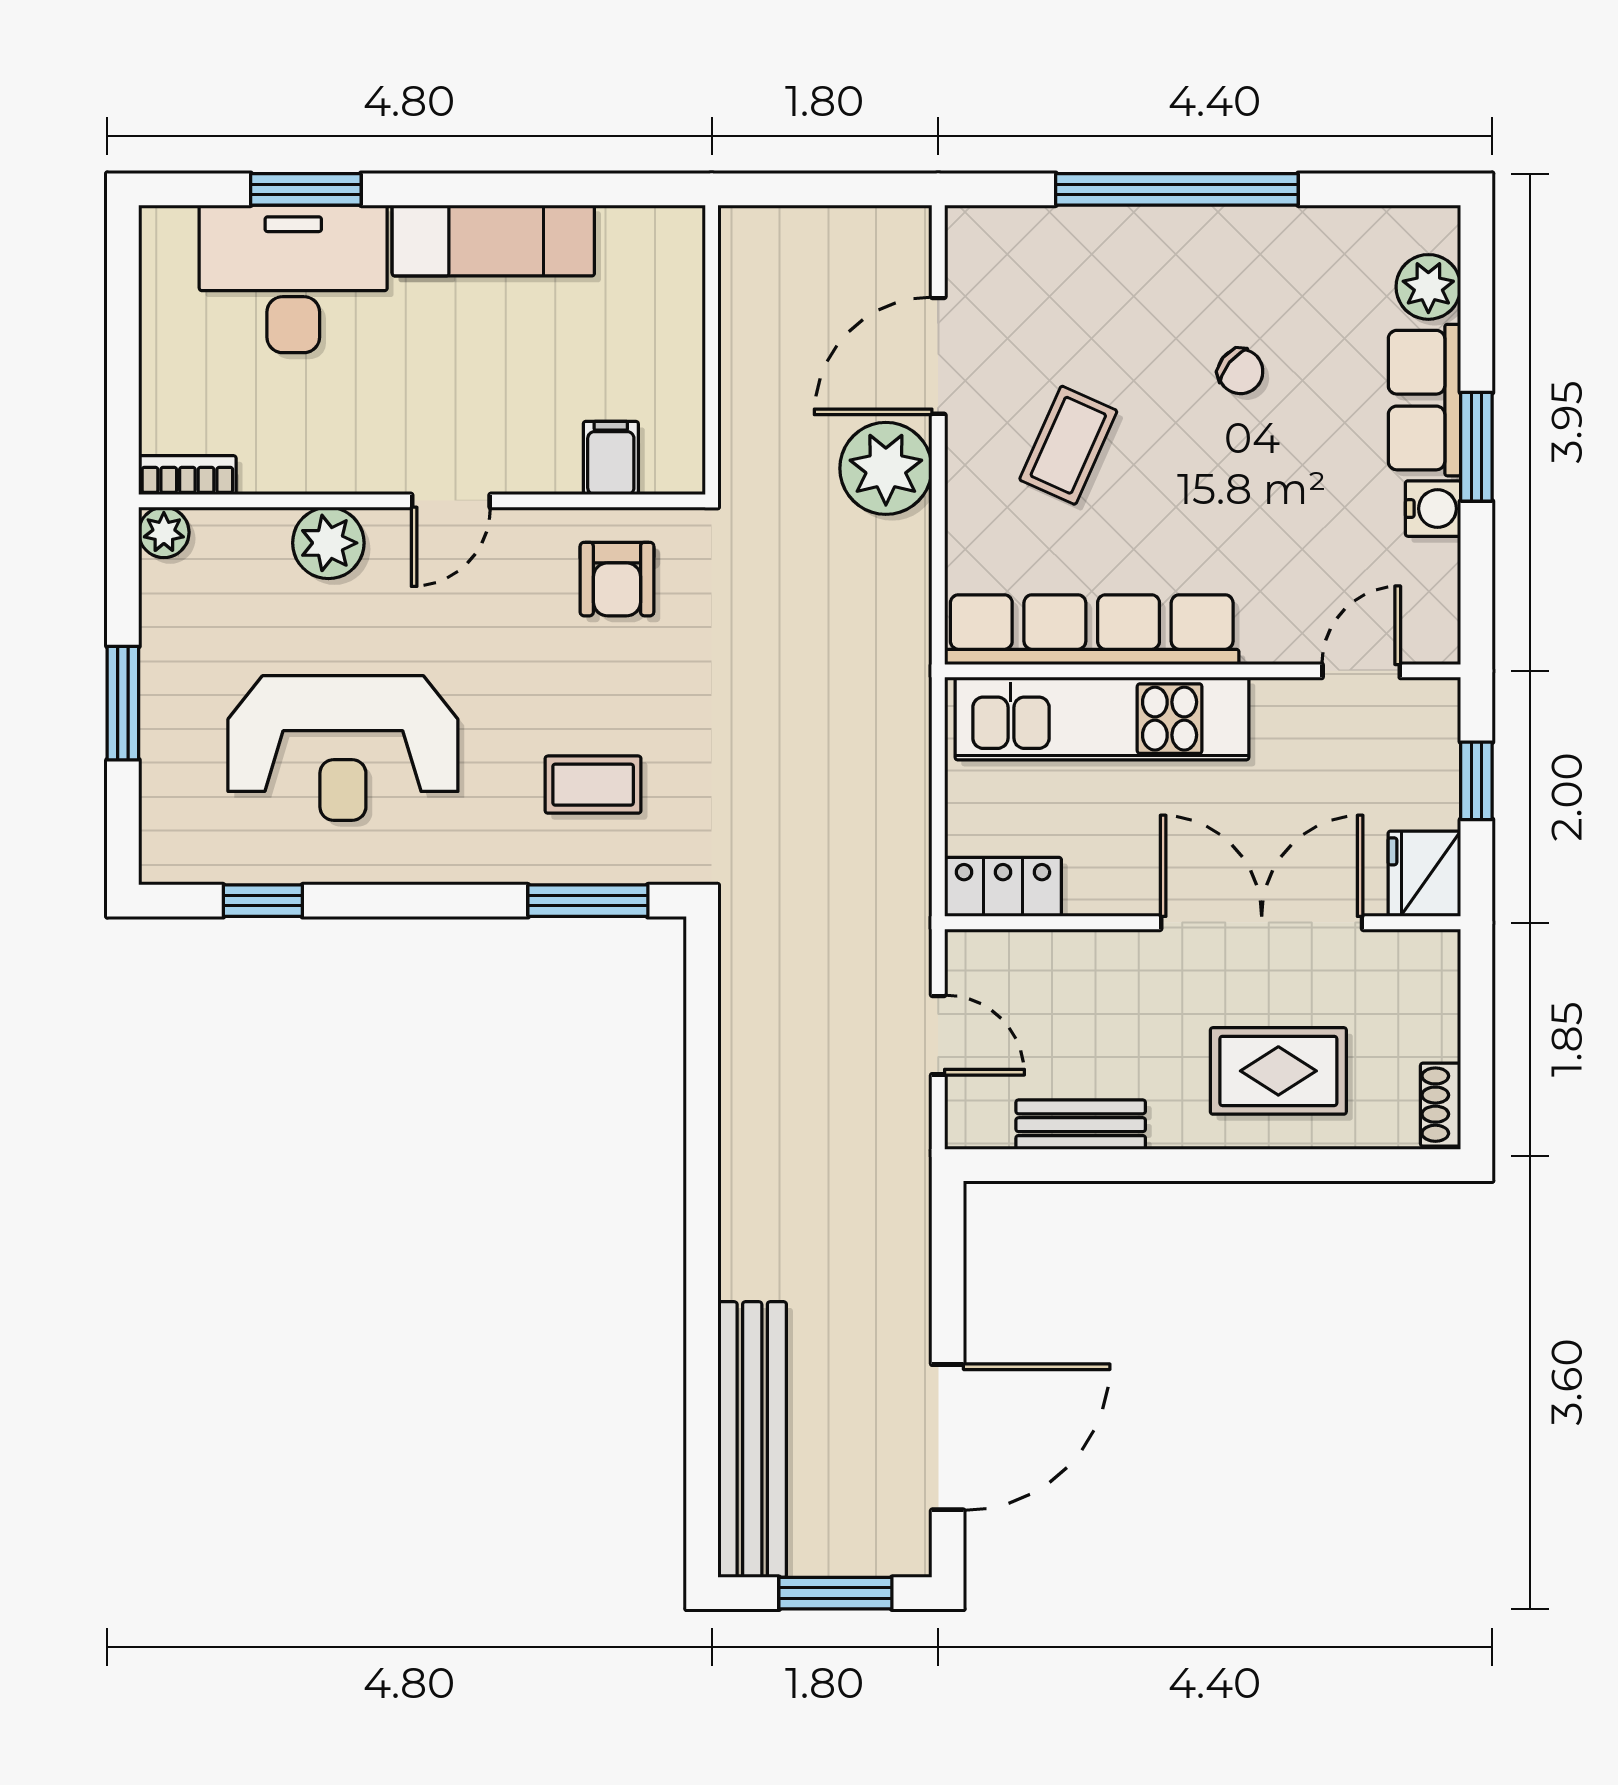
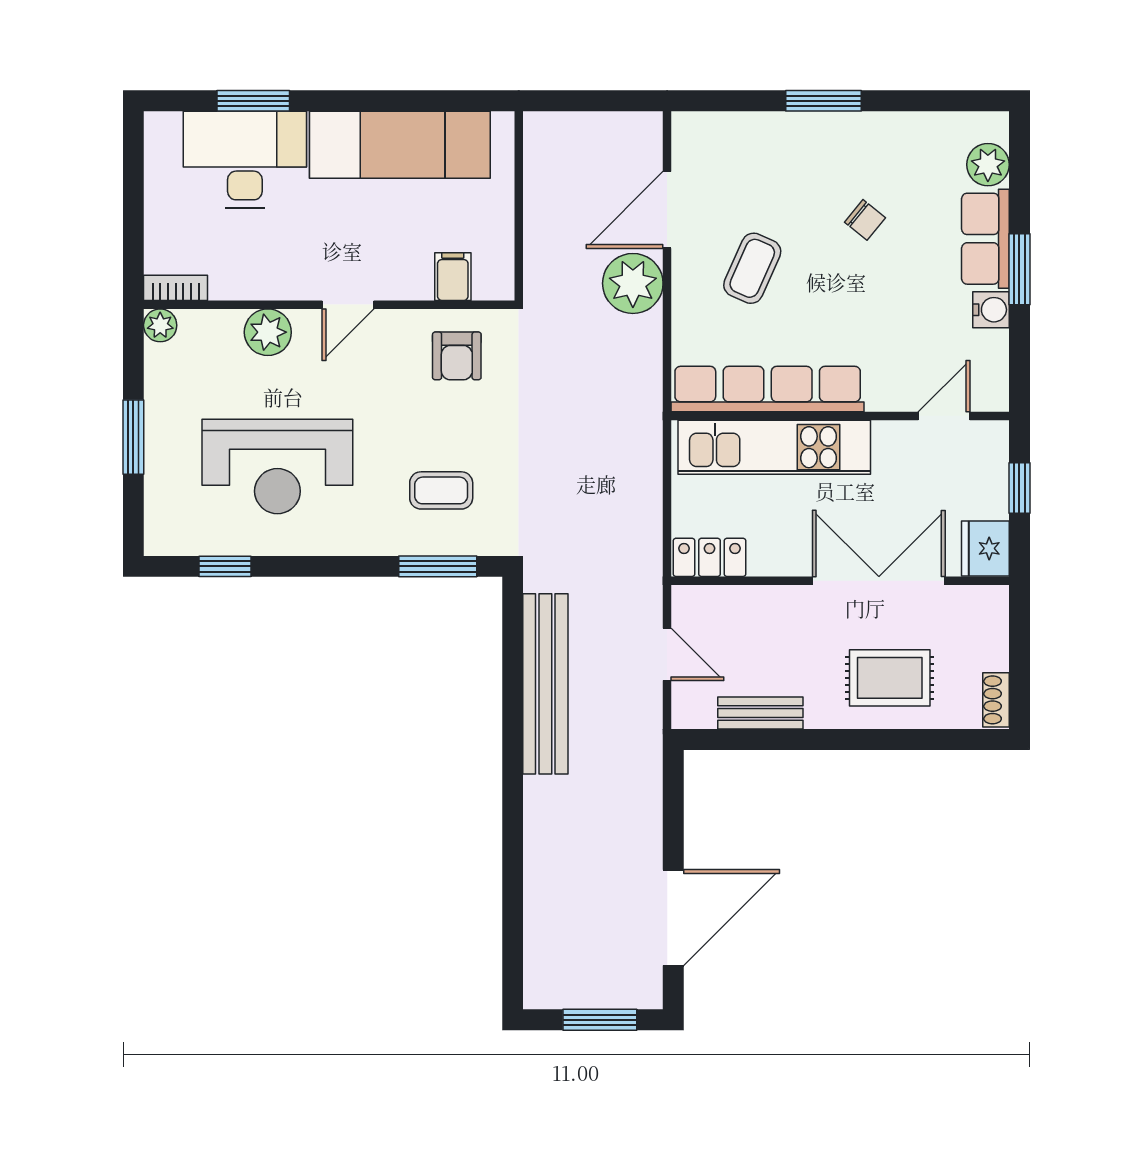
window: (1177, 189) -> (823, 101), width x0.47
exam couch: (493, 240) -> (400, 145), width x1.36, depth x1.45
bench: (752, 1440) -> (545, 684), moved

